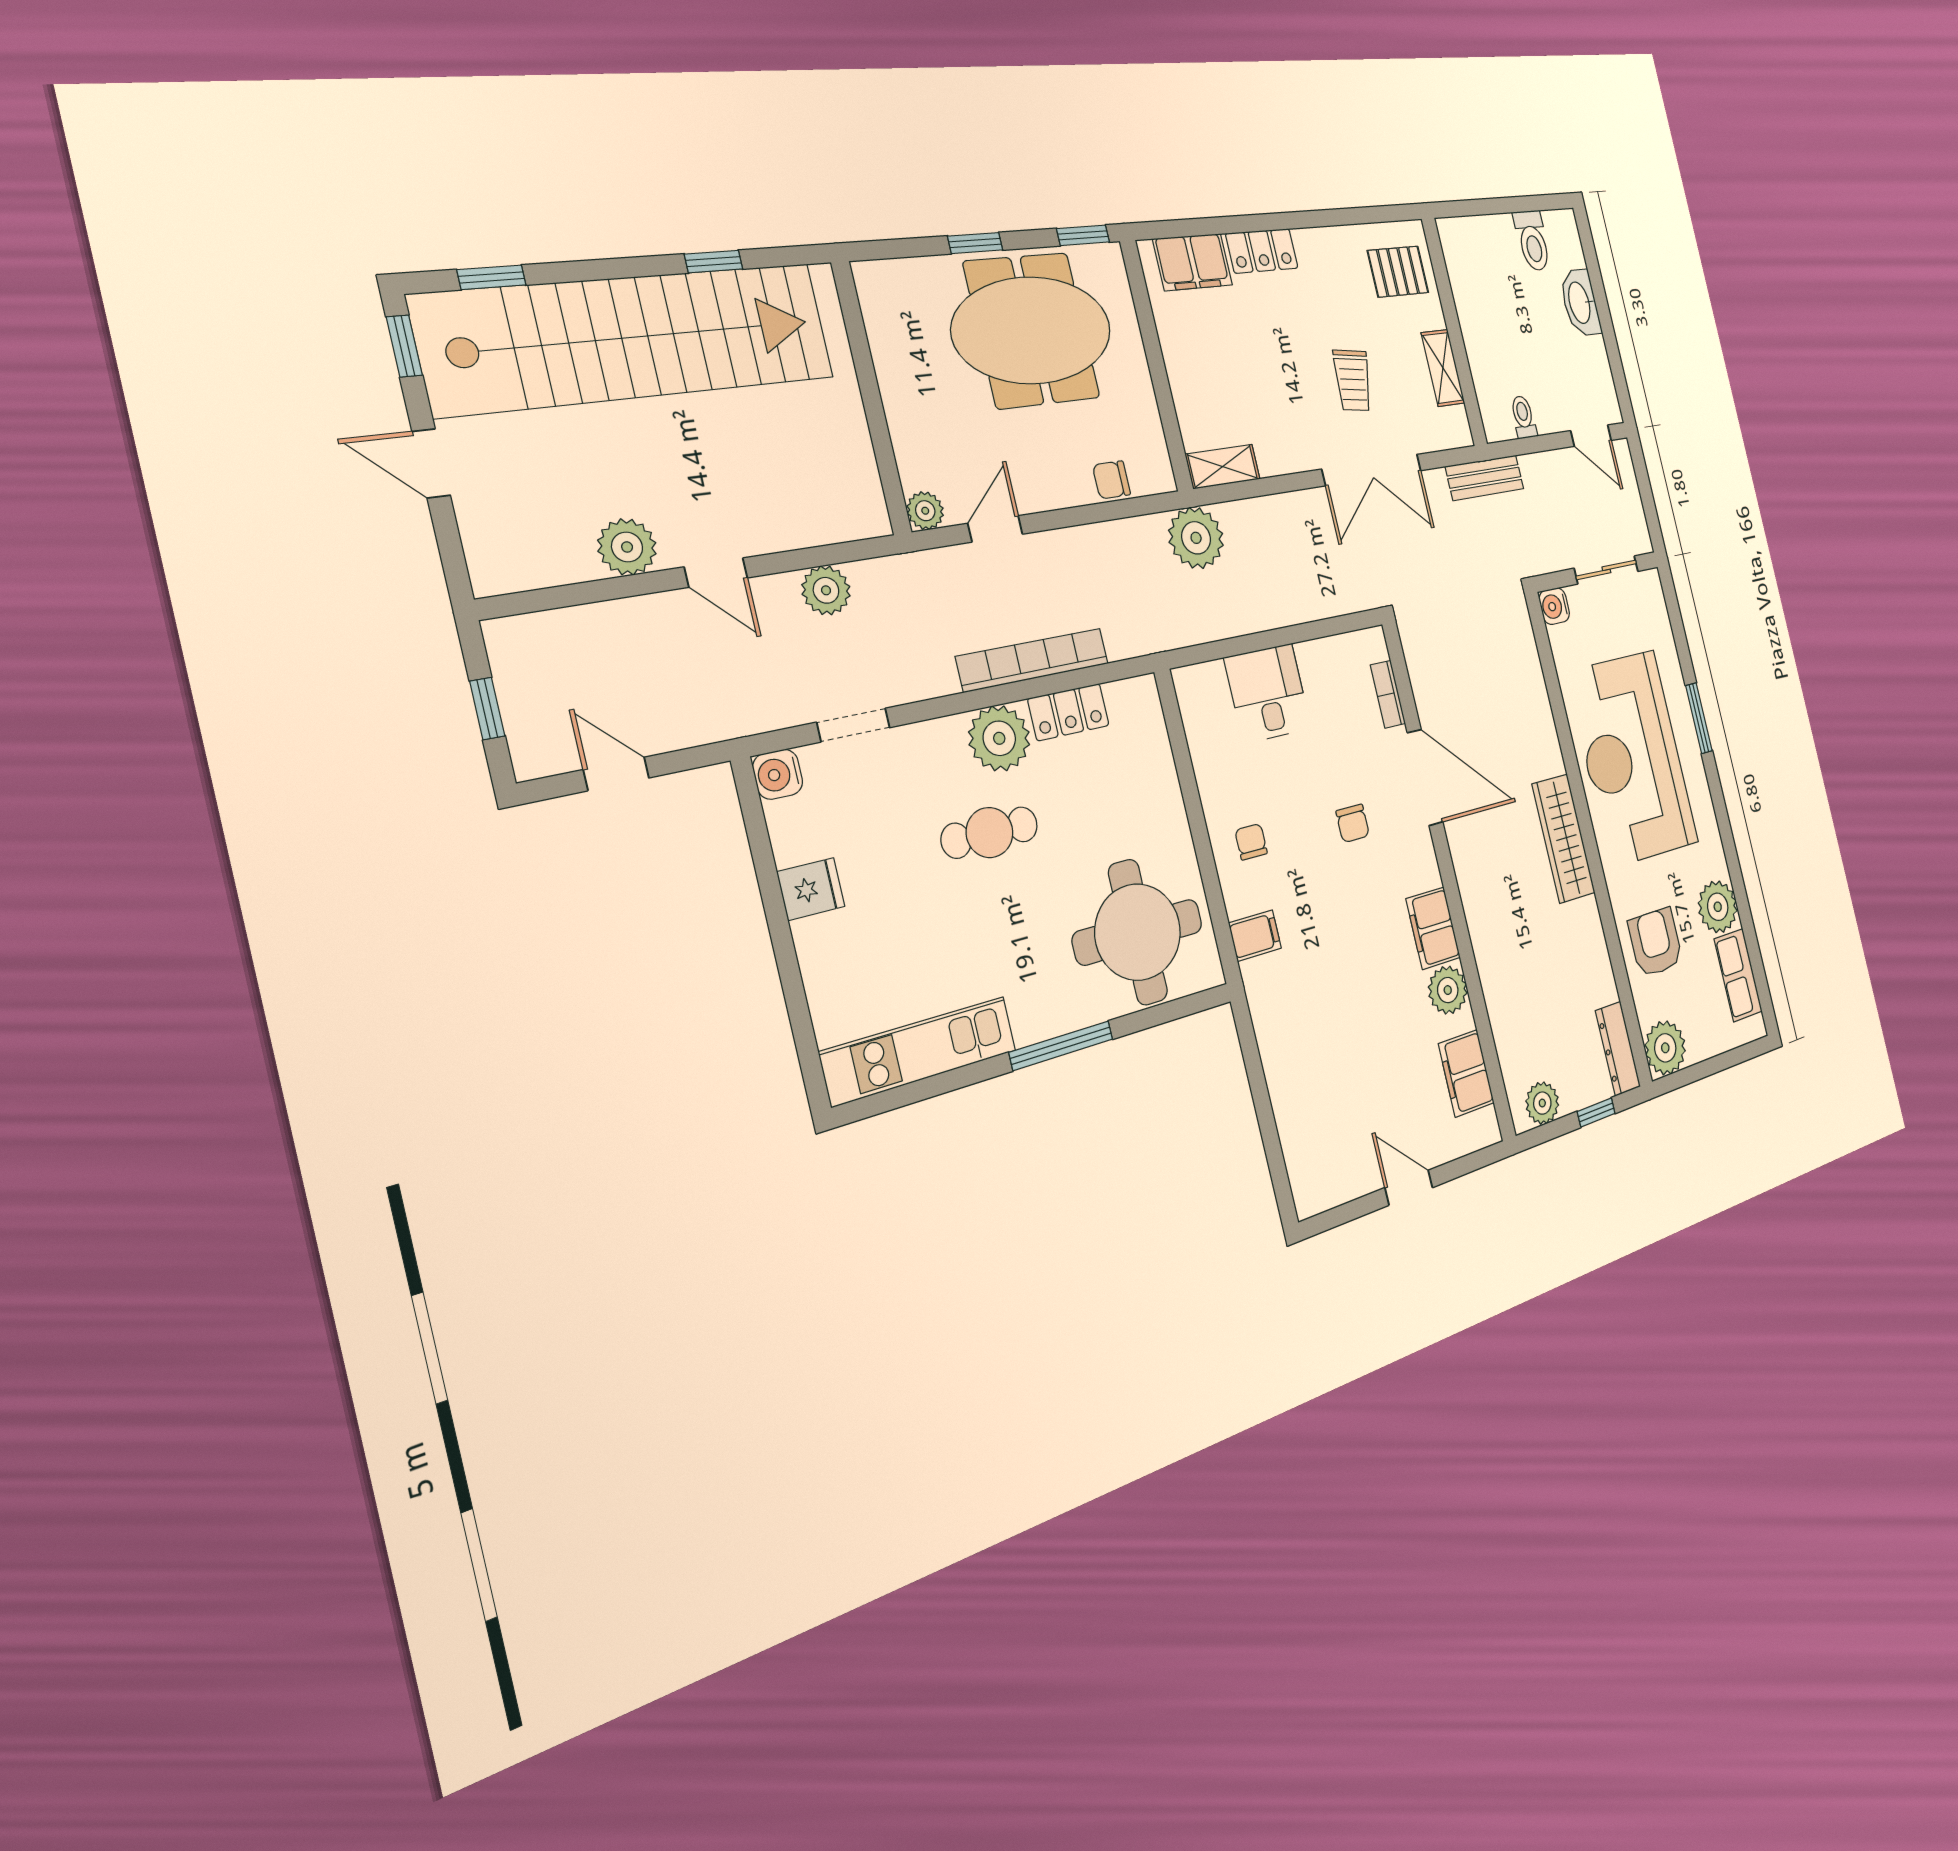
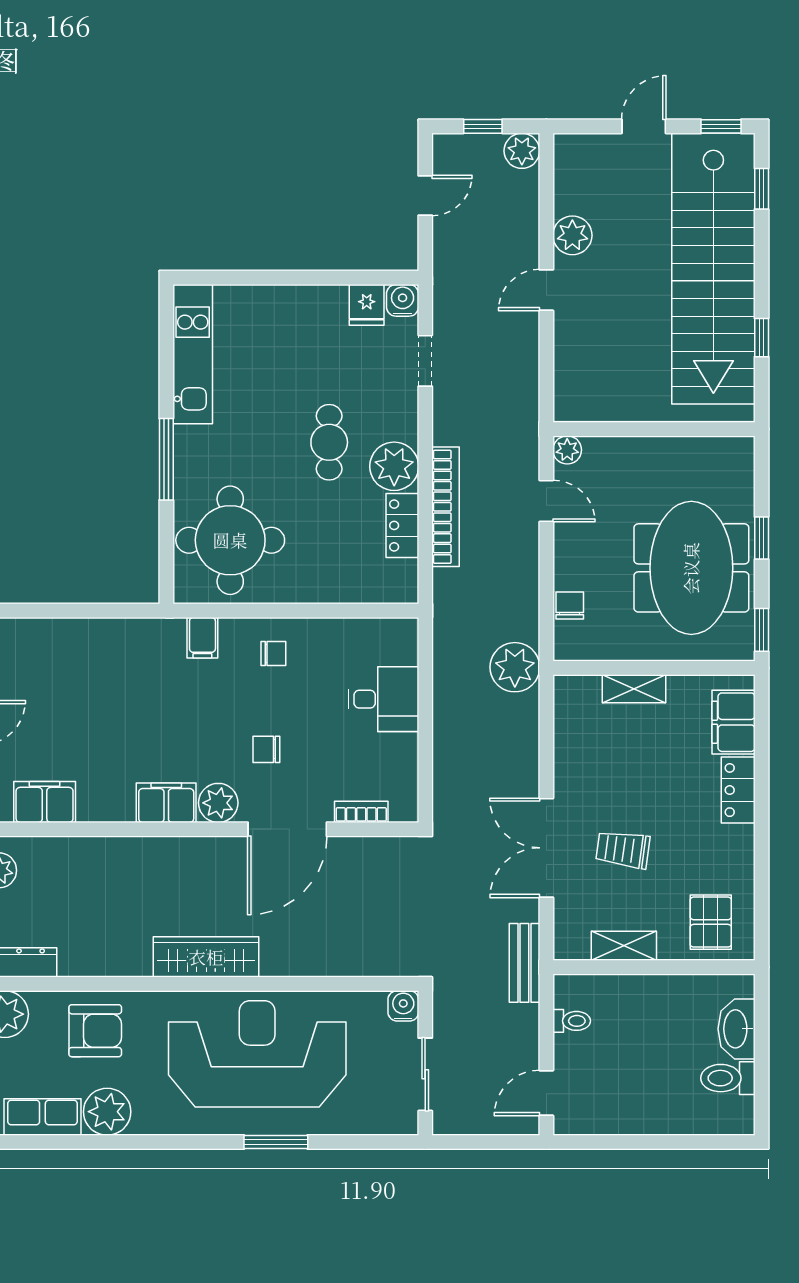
washbasin: (1580, 303) -> (736, 1029), moved, turned -90
shelving: (1223, 467) -> (634, 689), moved, turned 90
plant: (826, 590) -> (522, 151), moved
fridge: (811, 889) -> (367, 305), moved
plant: (1448, 990) -> (218, 803), moved

